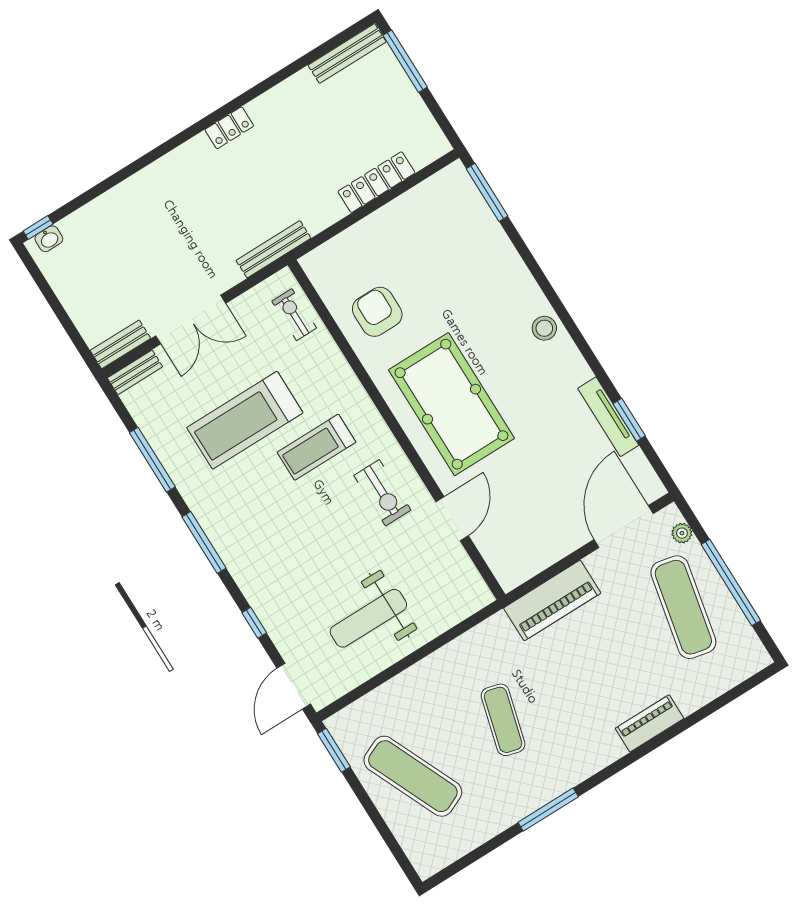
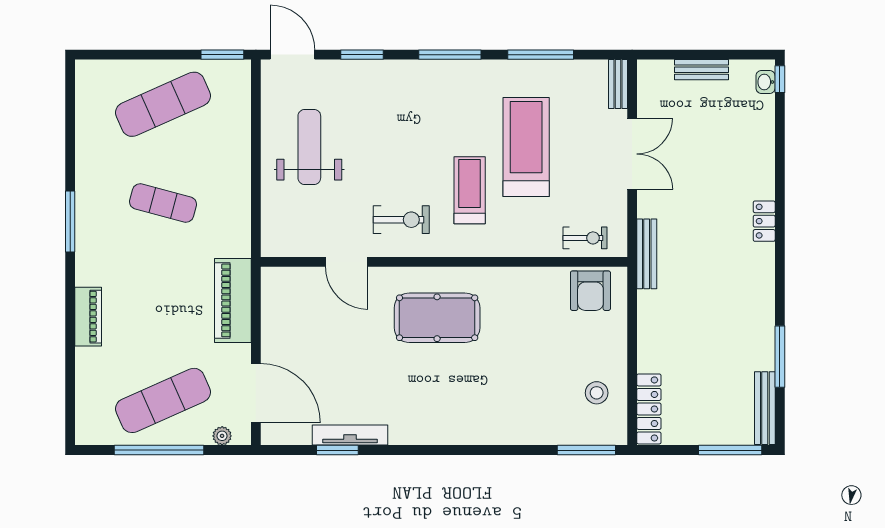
window: (292, 69) -> (780, 357), added
locker: (229, 128) -> (764, 221), moved
locker: (376, 182) -> (649, 409), moved
armchair: (377, 312) -> (590, 291), moved, turned 90
double door: (191, 320) -> (632, 154), swing flipped
stool: (544, 328) -> (597, 393), moved
bench: (120, 344) -> (702, 70), moved, turned 90
pool table: (451, 404) -> (437, 318), width x0.73, depth x0.76
exercise bike: (382, 493) -> (401, 220), turned 180
exercise mat: (683, 607) -> (163, 400), turned -36
window: (254, 623) -> (362, 55), width x1.50
window: (548, 810) -> (70, 221), moved

